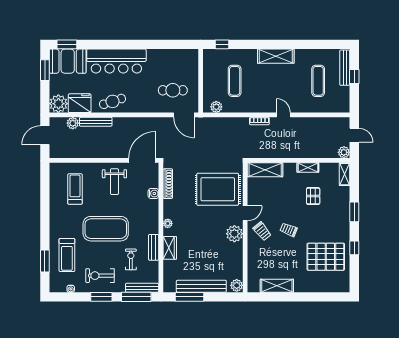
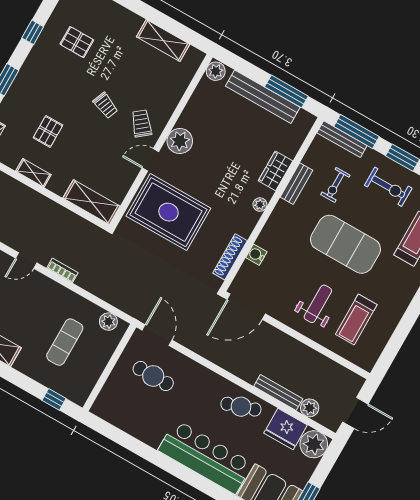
door: (283, 115) -> (26, 261), hinge flipped
weight bench: (114, 182) -> (318, 304), moved
pallet: (326, 257) -> (77, 42), width x0.49, depth x0.50

